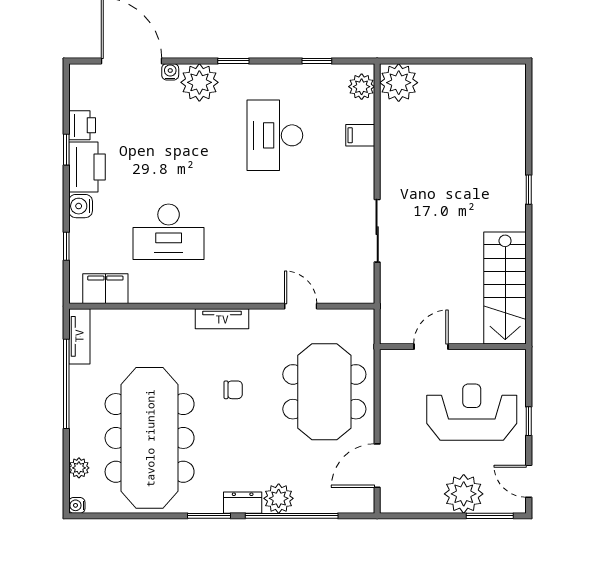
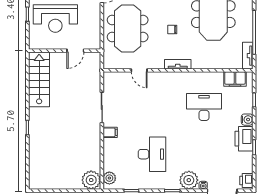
printer: (82, 125) -> (246, 181), moved
filing cabinet: (360, 135) -> (110, 132), moved

